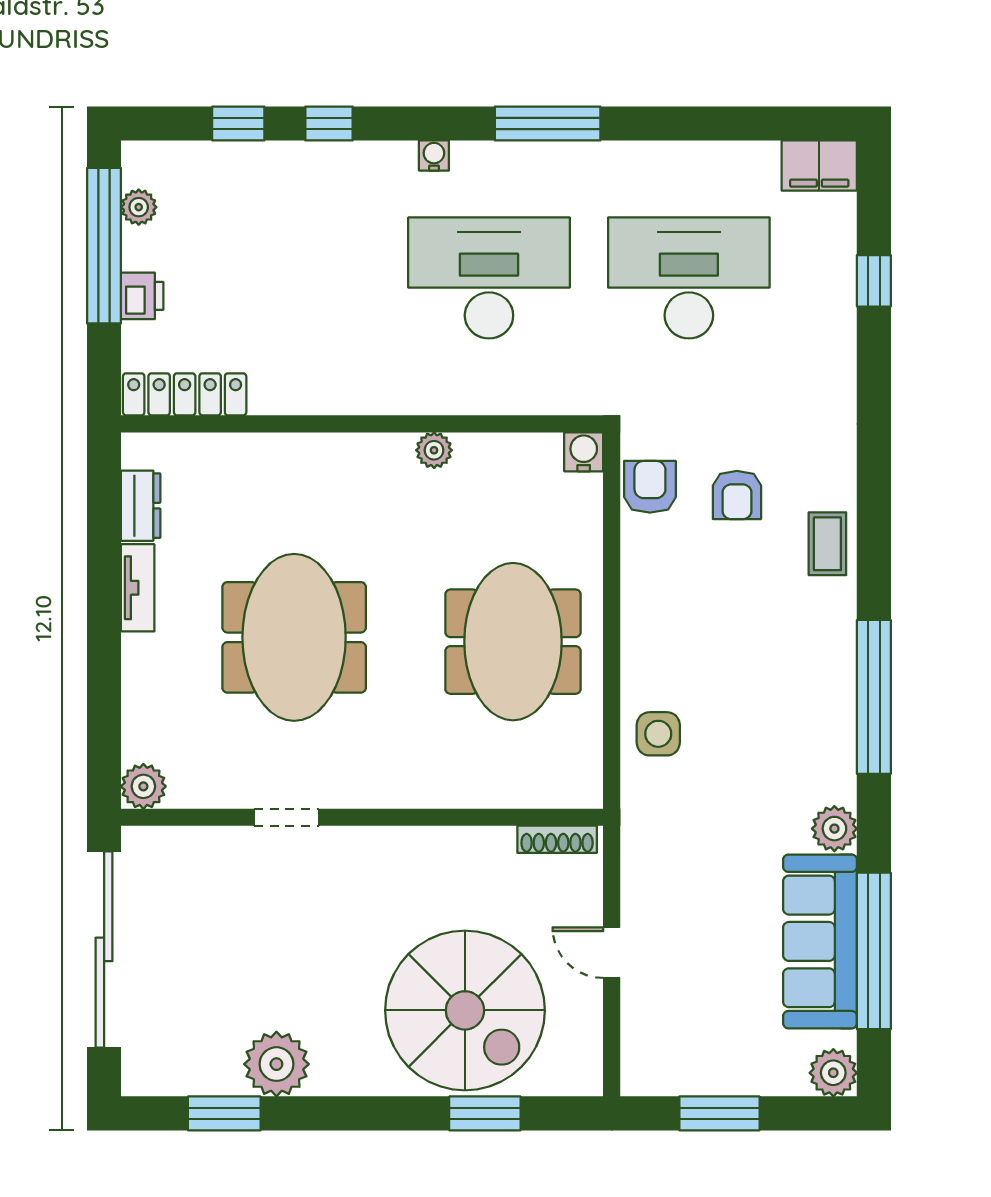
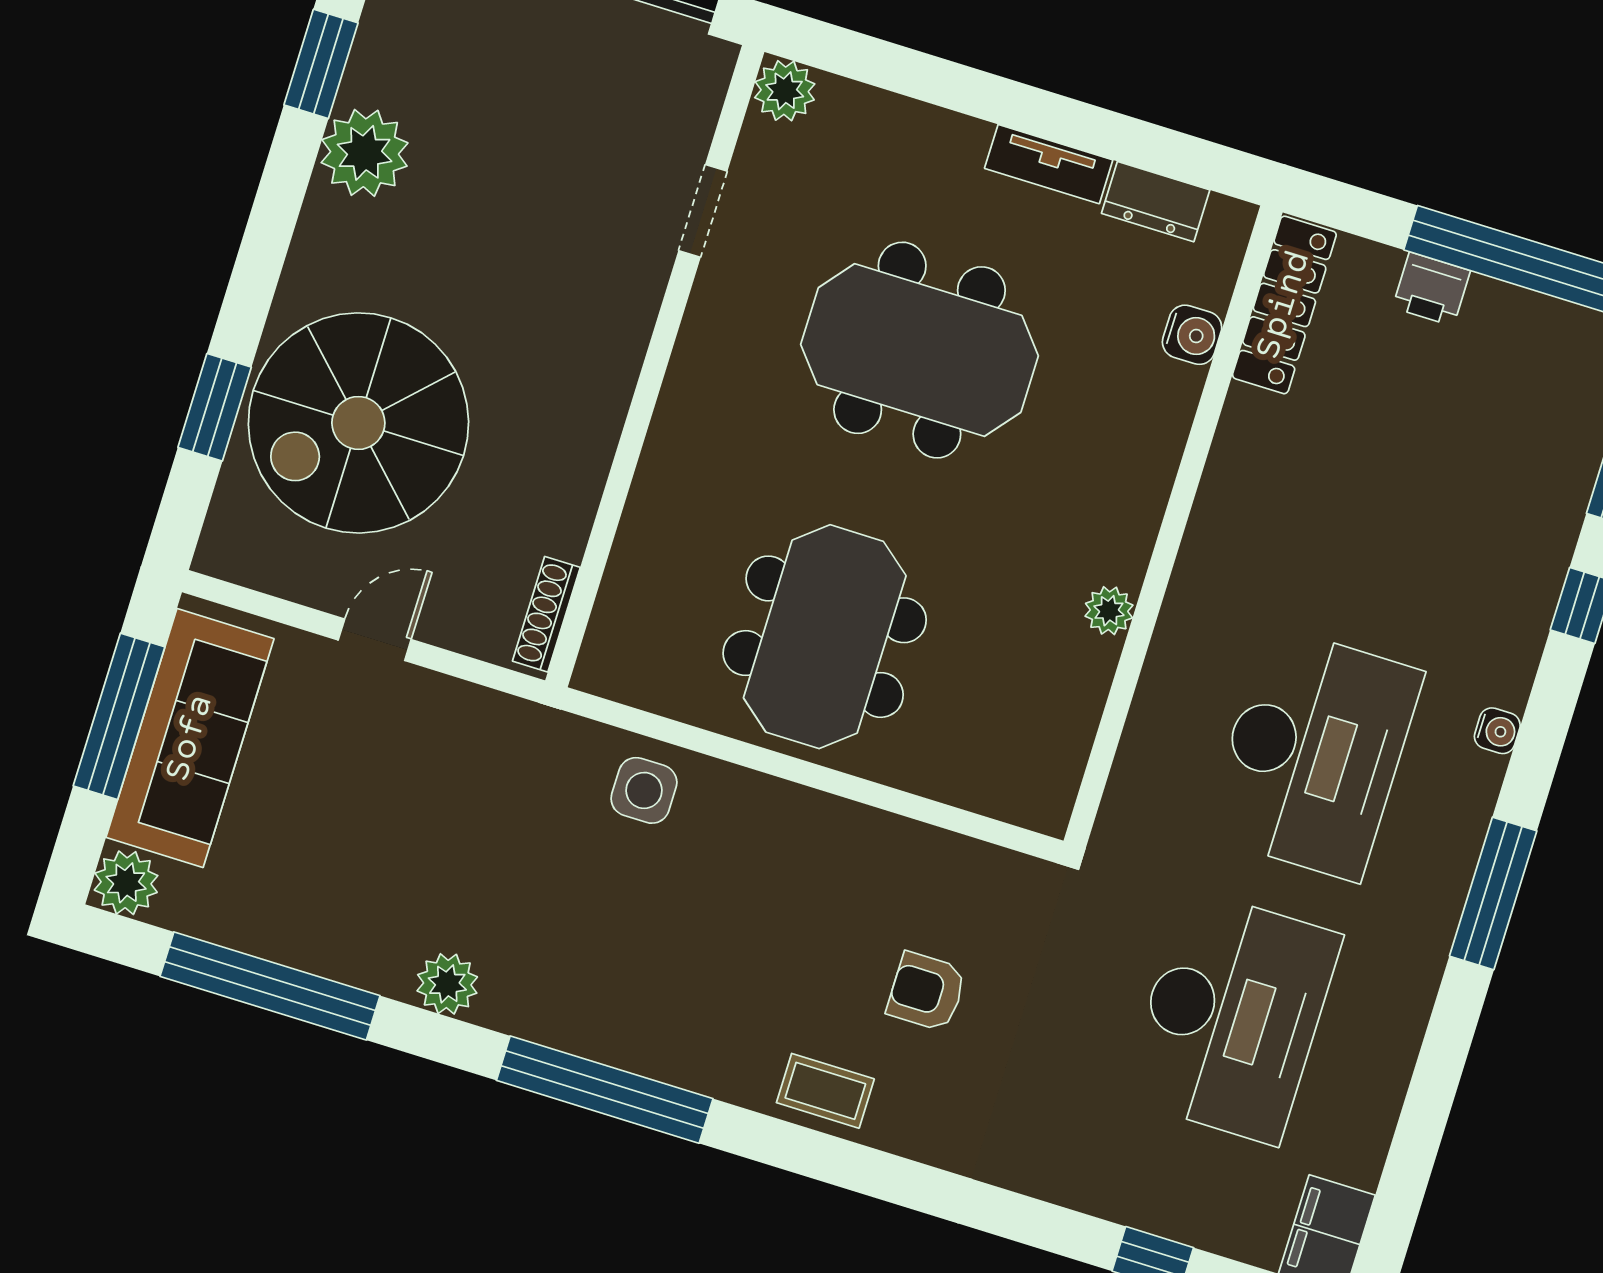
plant: (139, 207) -> (1550, 321), removed
water cooler: (584, 452) -> (1192, 335), moved
armchair: (650, 487) -> (973, 880), removed
meeting table: (513, 642) -> (825, 637), turned 90
doorway: (287, 817) -> (703, 211), moved
sofa: (820, 941) -> (190, 738), moved, turned 90
window: (719, 1113) -> (119, 716), width x1.44

